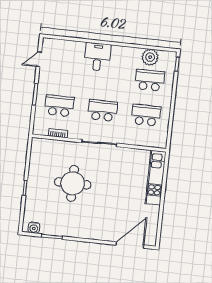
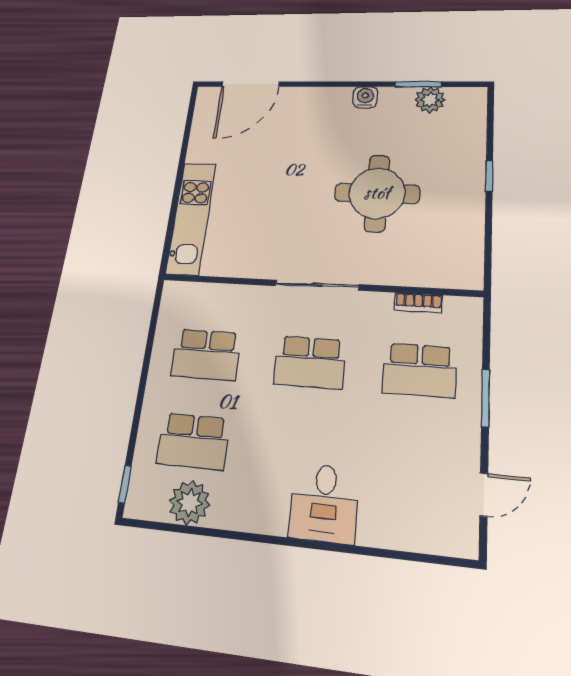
water cooler: (34, 228) -> (365, 97), moved
plant: (47, 228) -> (430, 100), added

